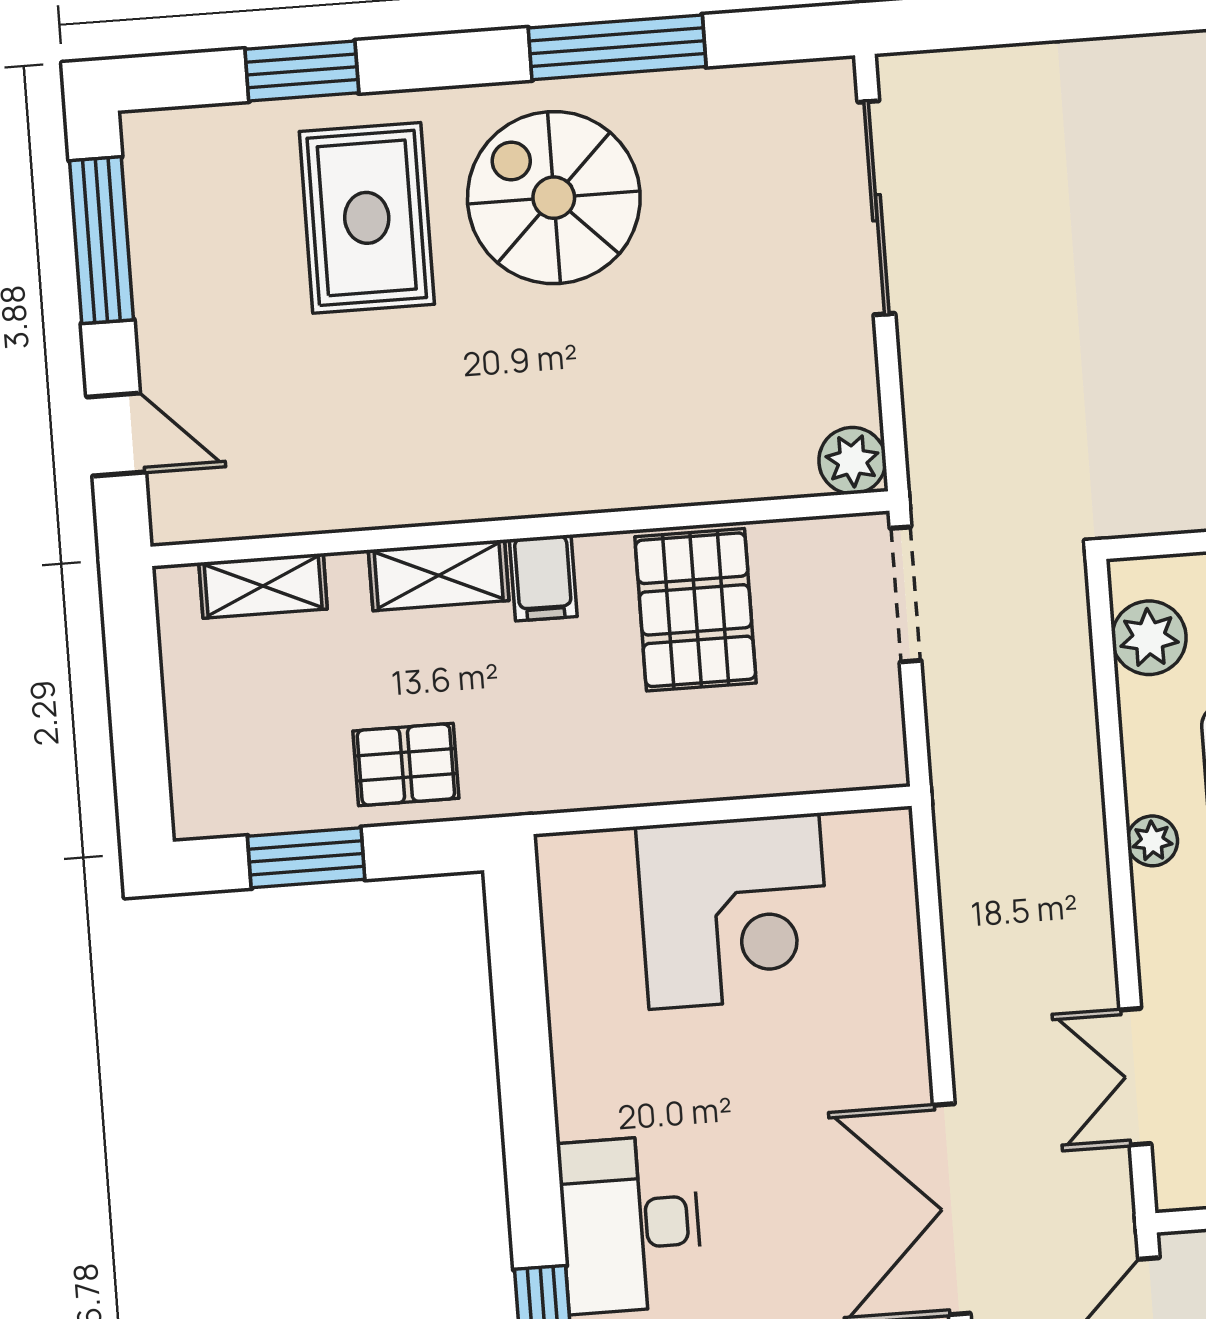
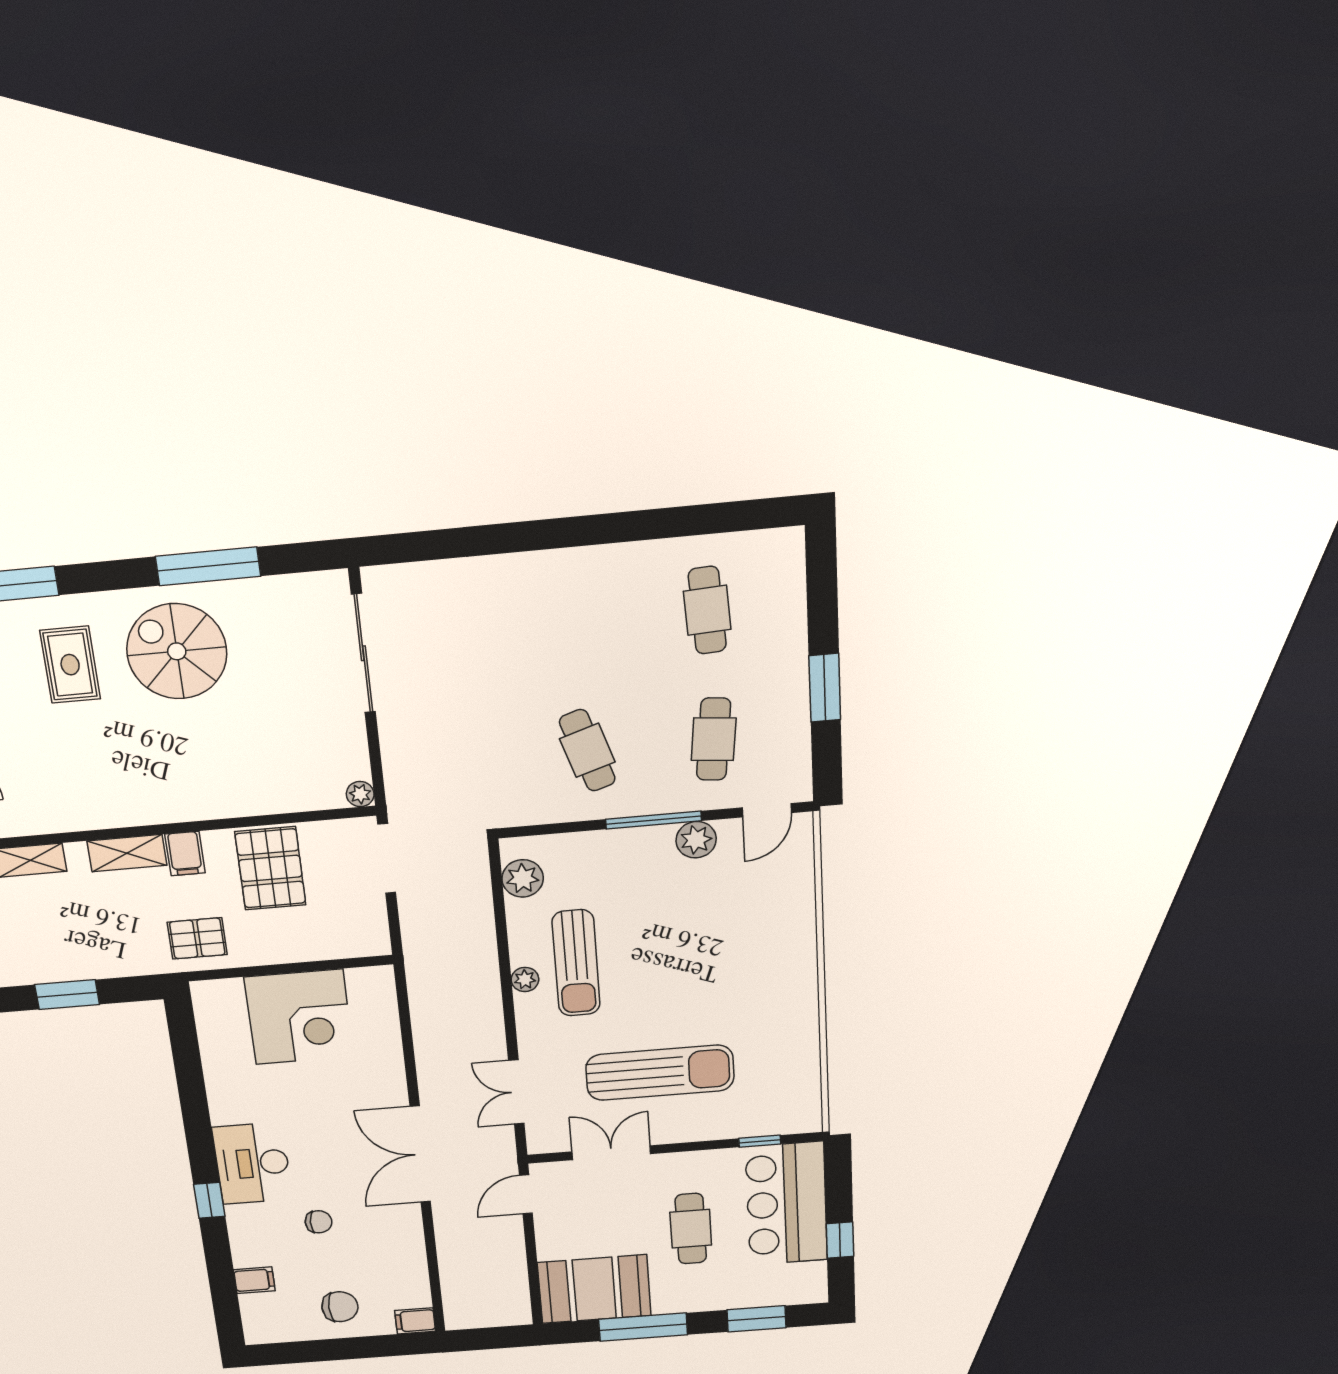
rug: (367, 218) -> (70, 665), width x0.73, depth x0.70
plant: (852, 461) -> (360, 794), width x0.73, depth x0.73
pallet: (406, 765) -> (197, 938), moved

